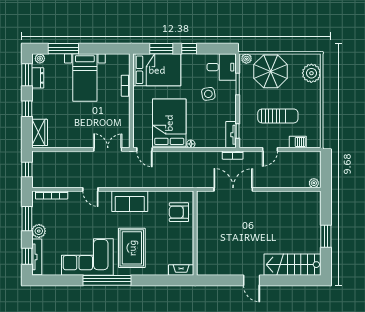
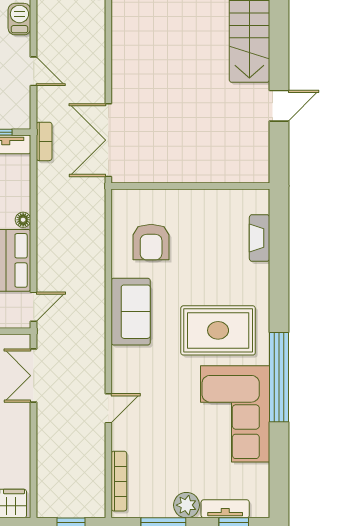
sofa: (130, 201) -> (131, 312), moved
wall: (195, 233) -> (190, 186), moved
tv unit: (37, 257) -> (225, 509), width x0.71

